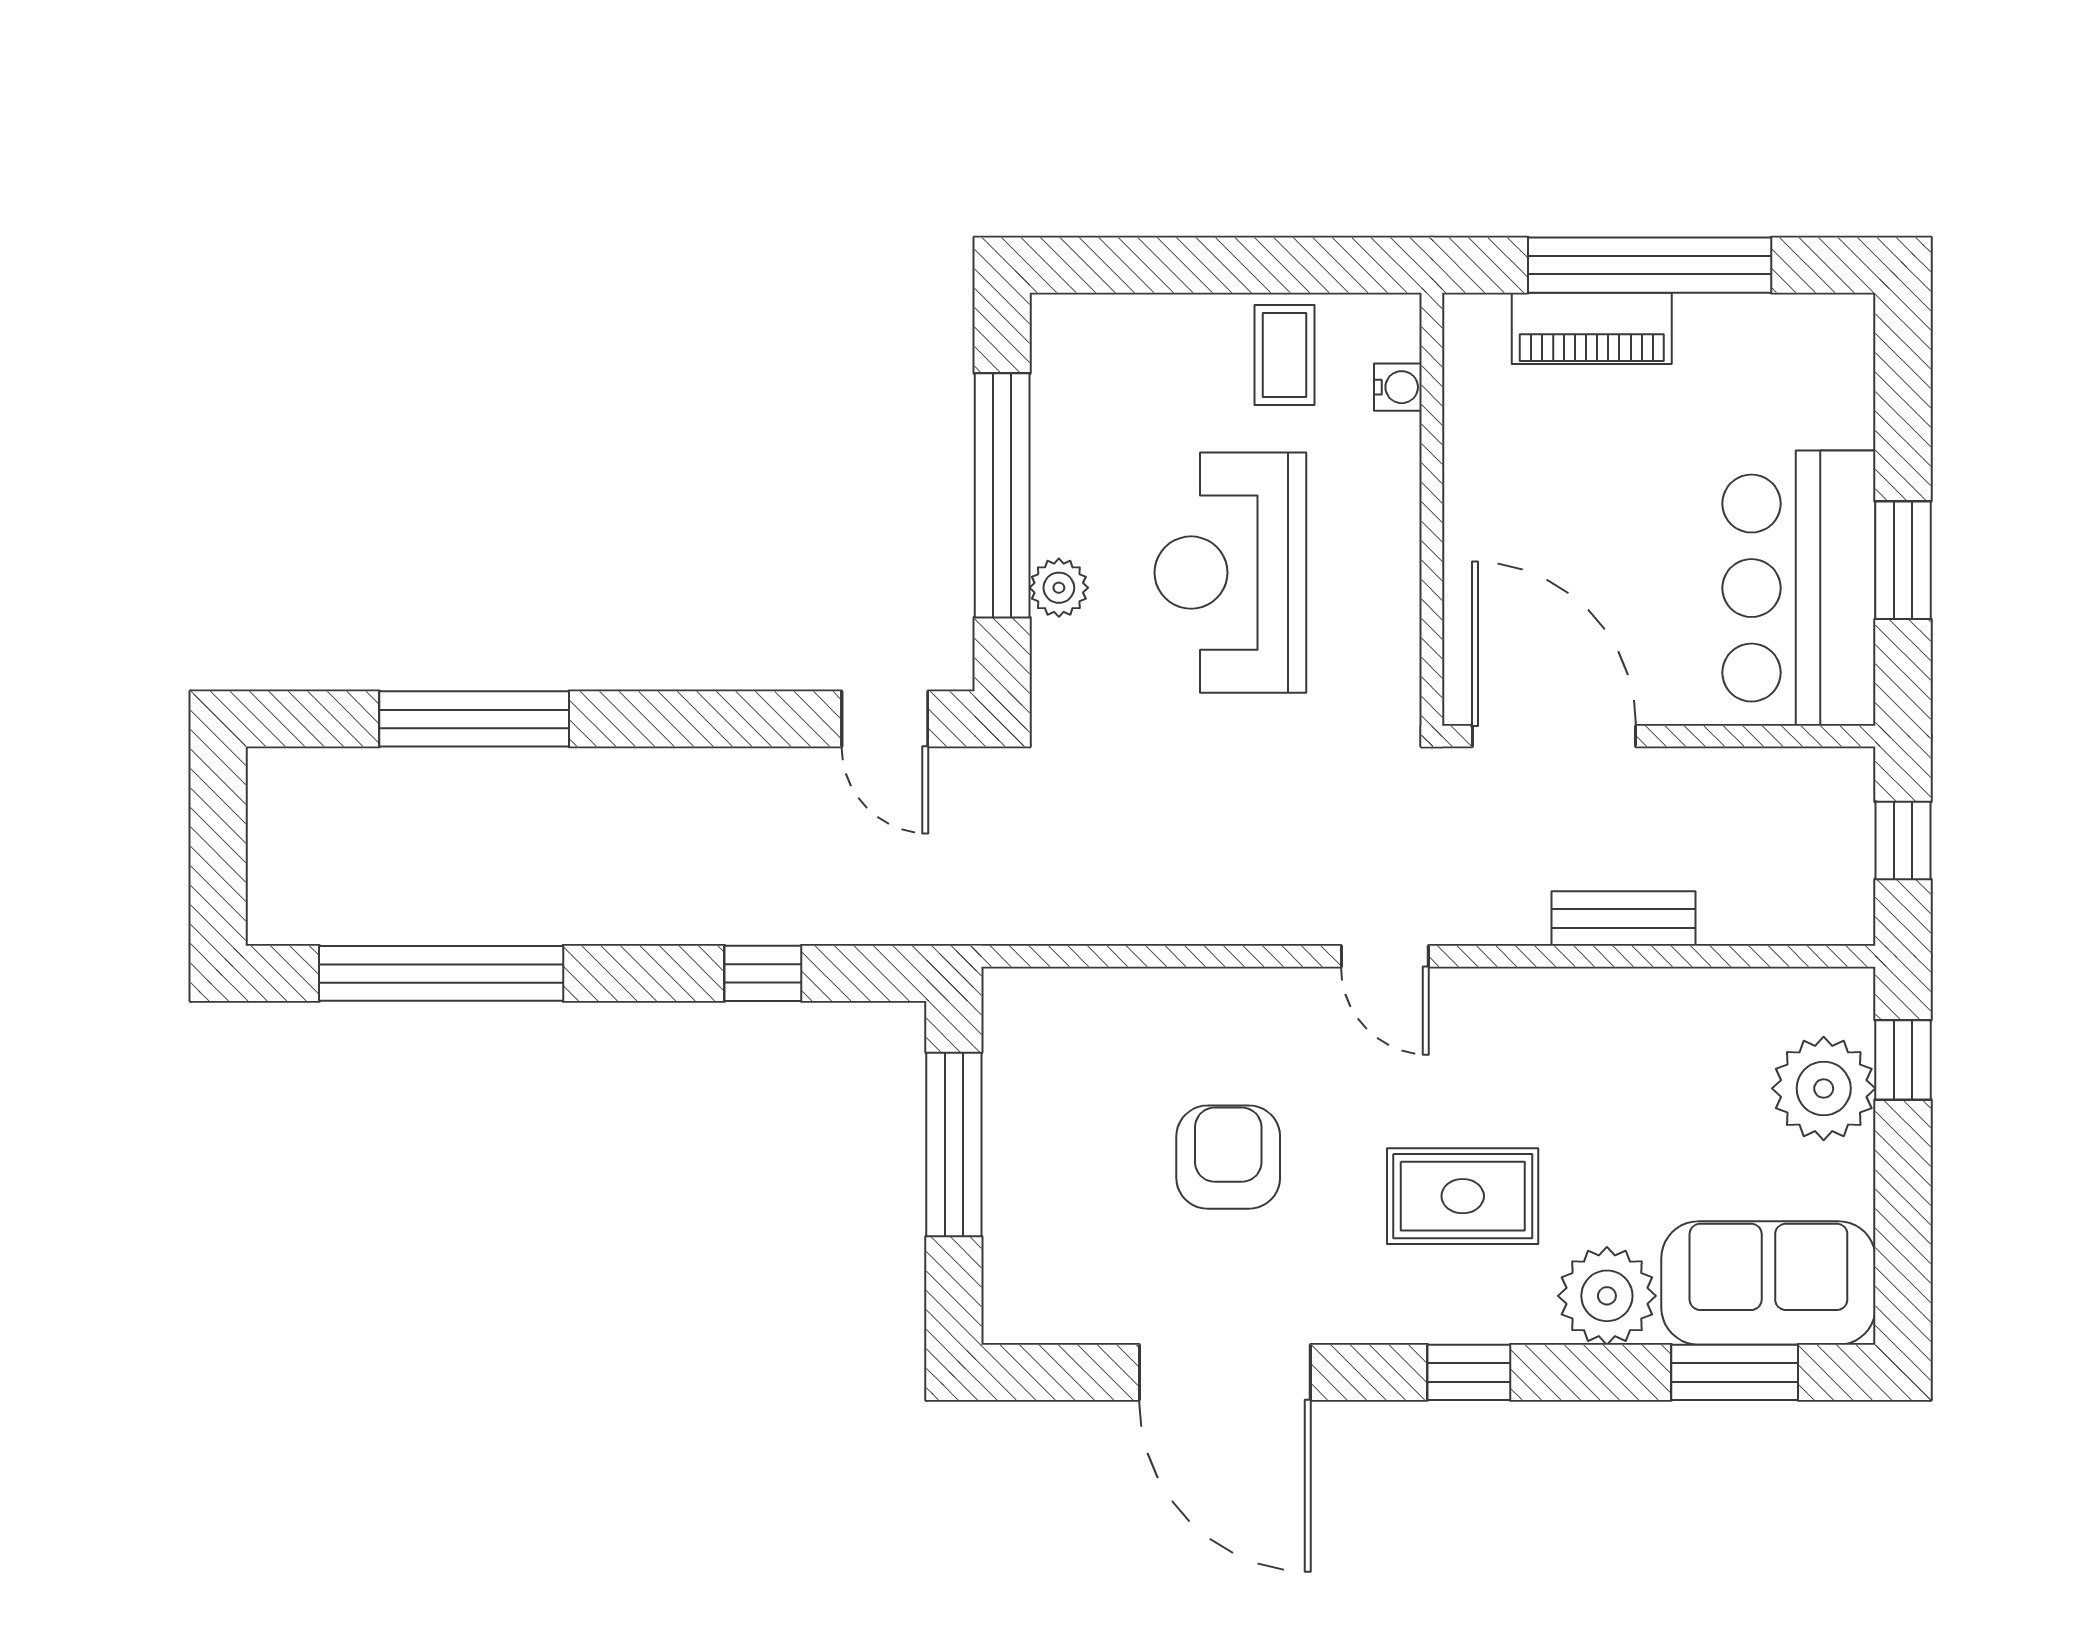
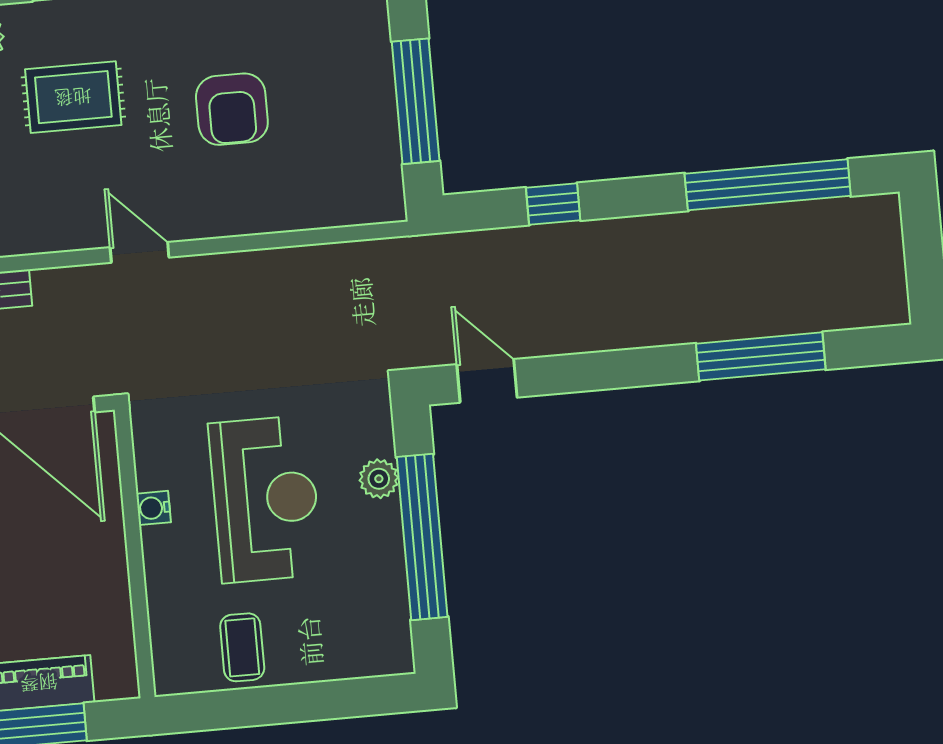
water cooler: (1398, 387) -> (154, 508), moved

